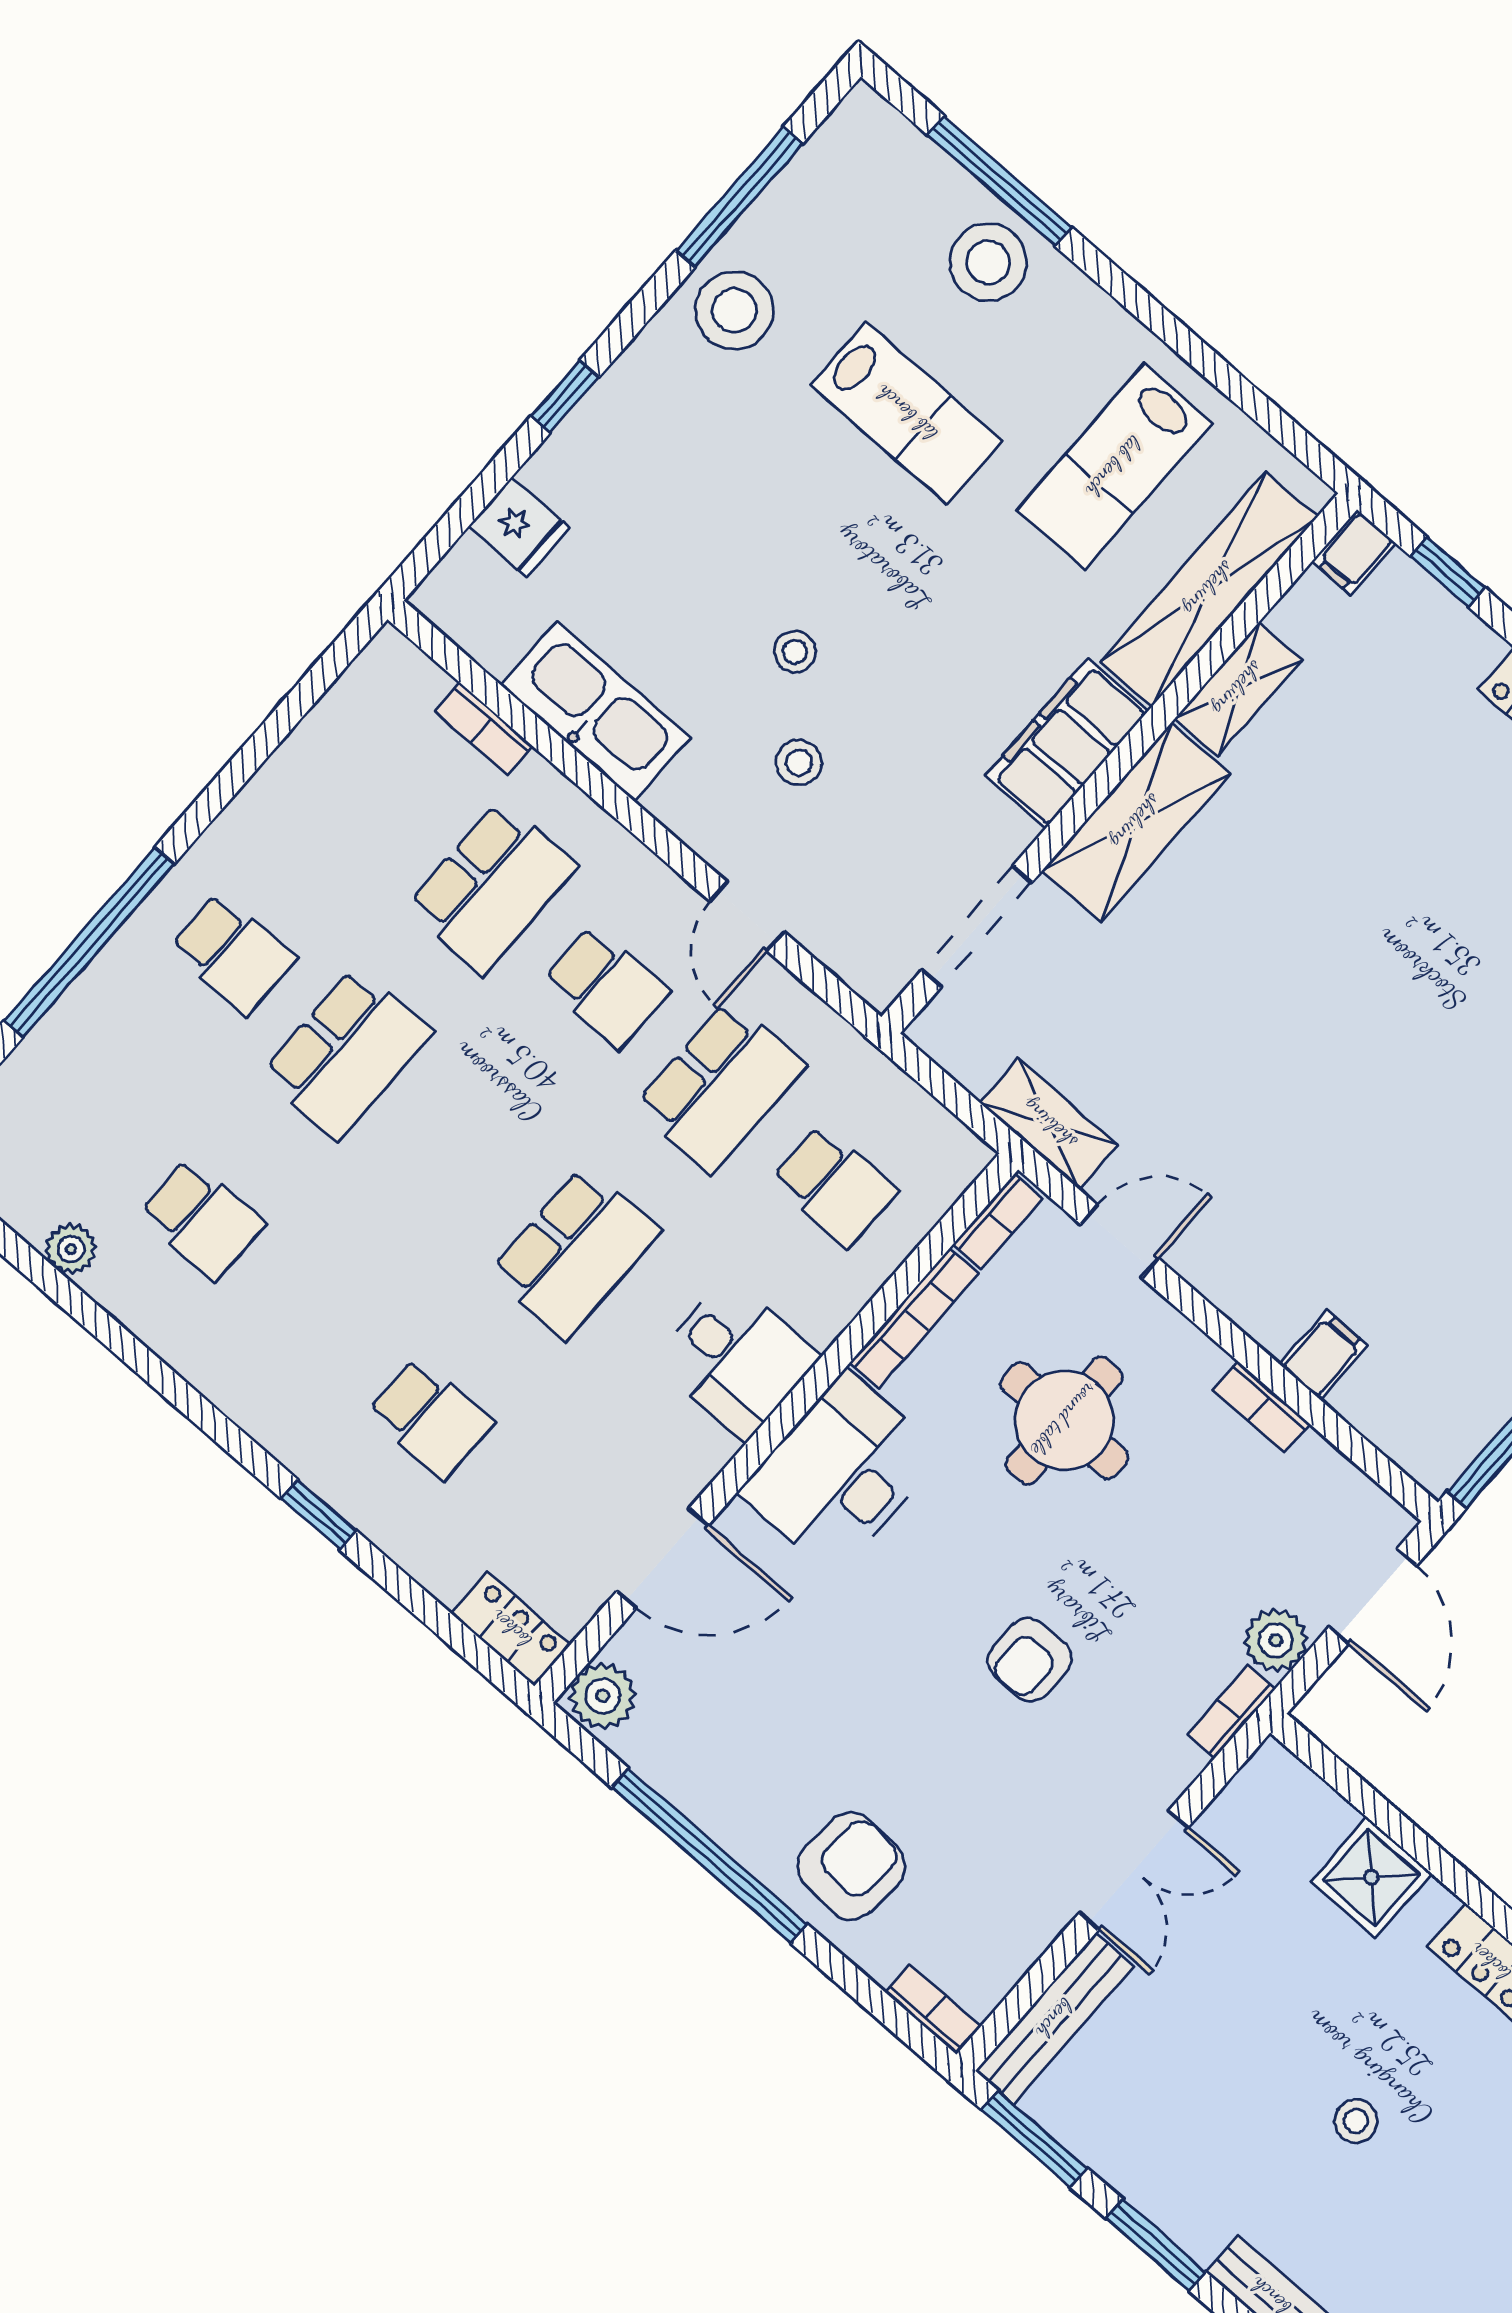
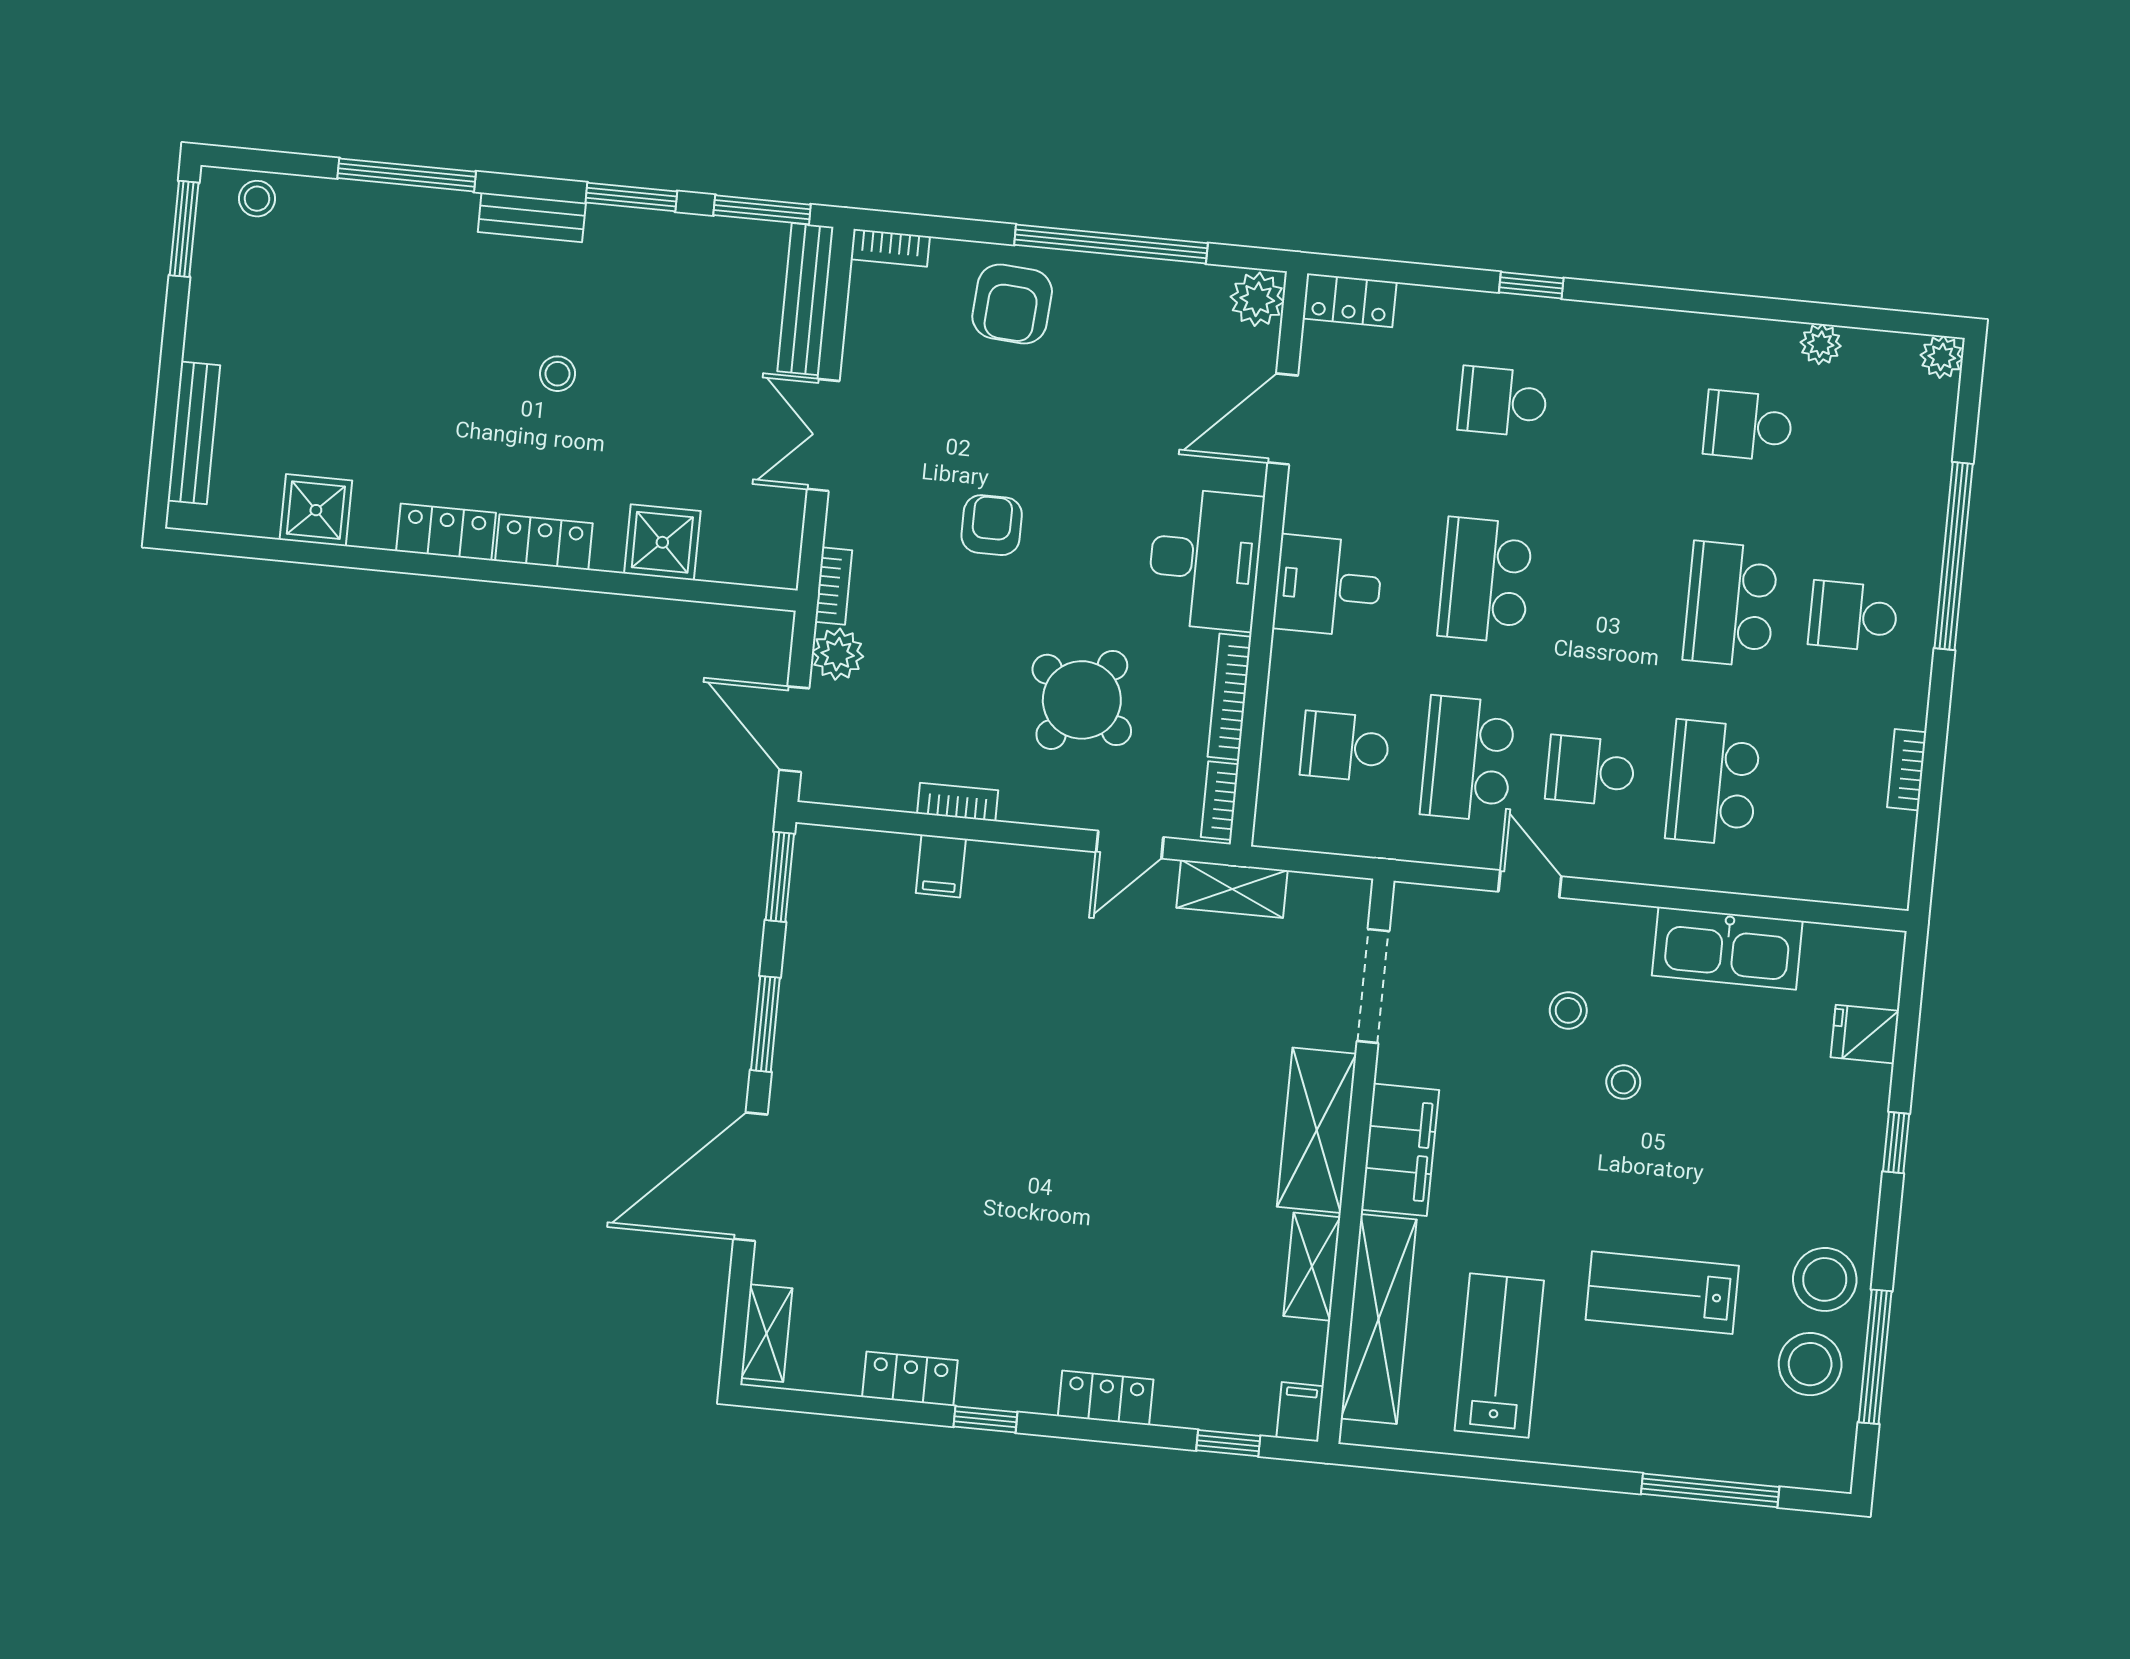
stool: (988, 262) -> (1810, 1364), moved
bookcase: (484, 729) -> (1907, 770), moved, turned -90
round table: (1064, 1420) -> (1082, 700), turned 36

